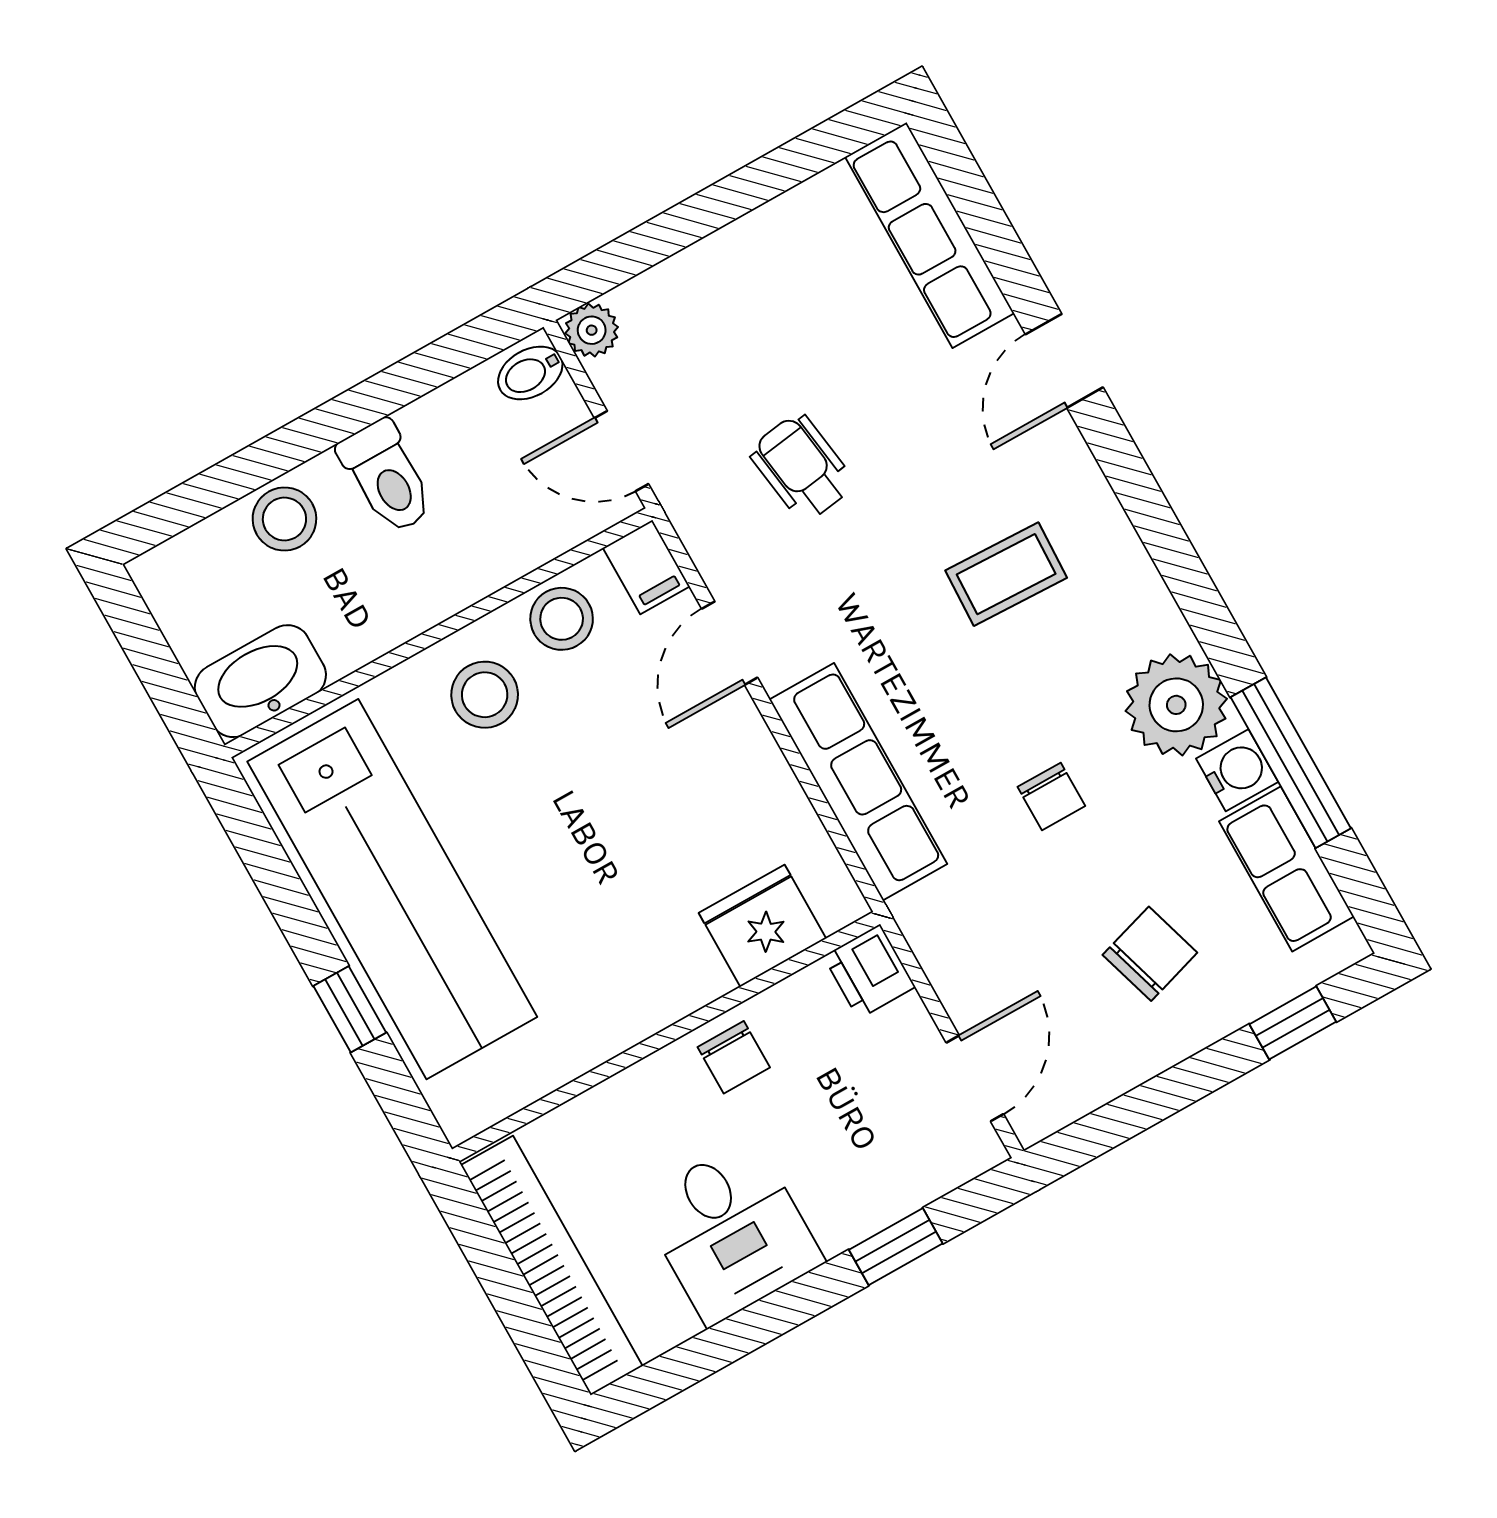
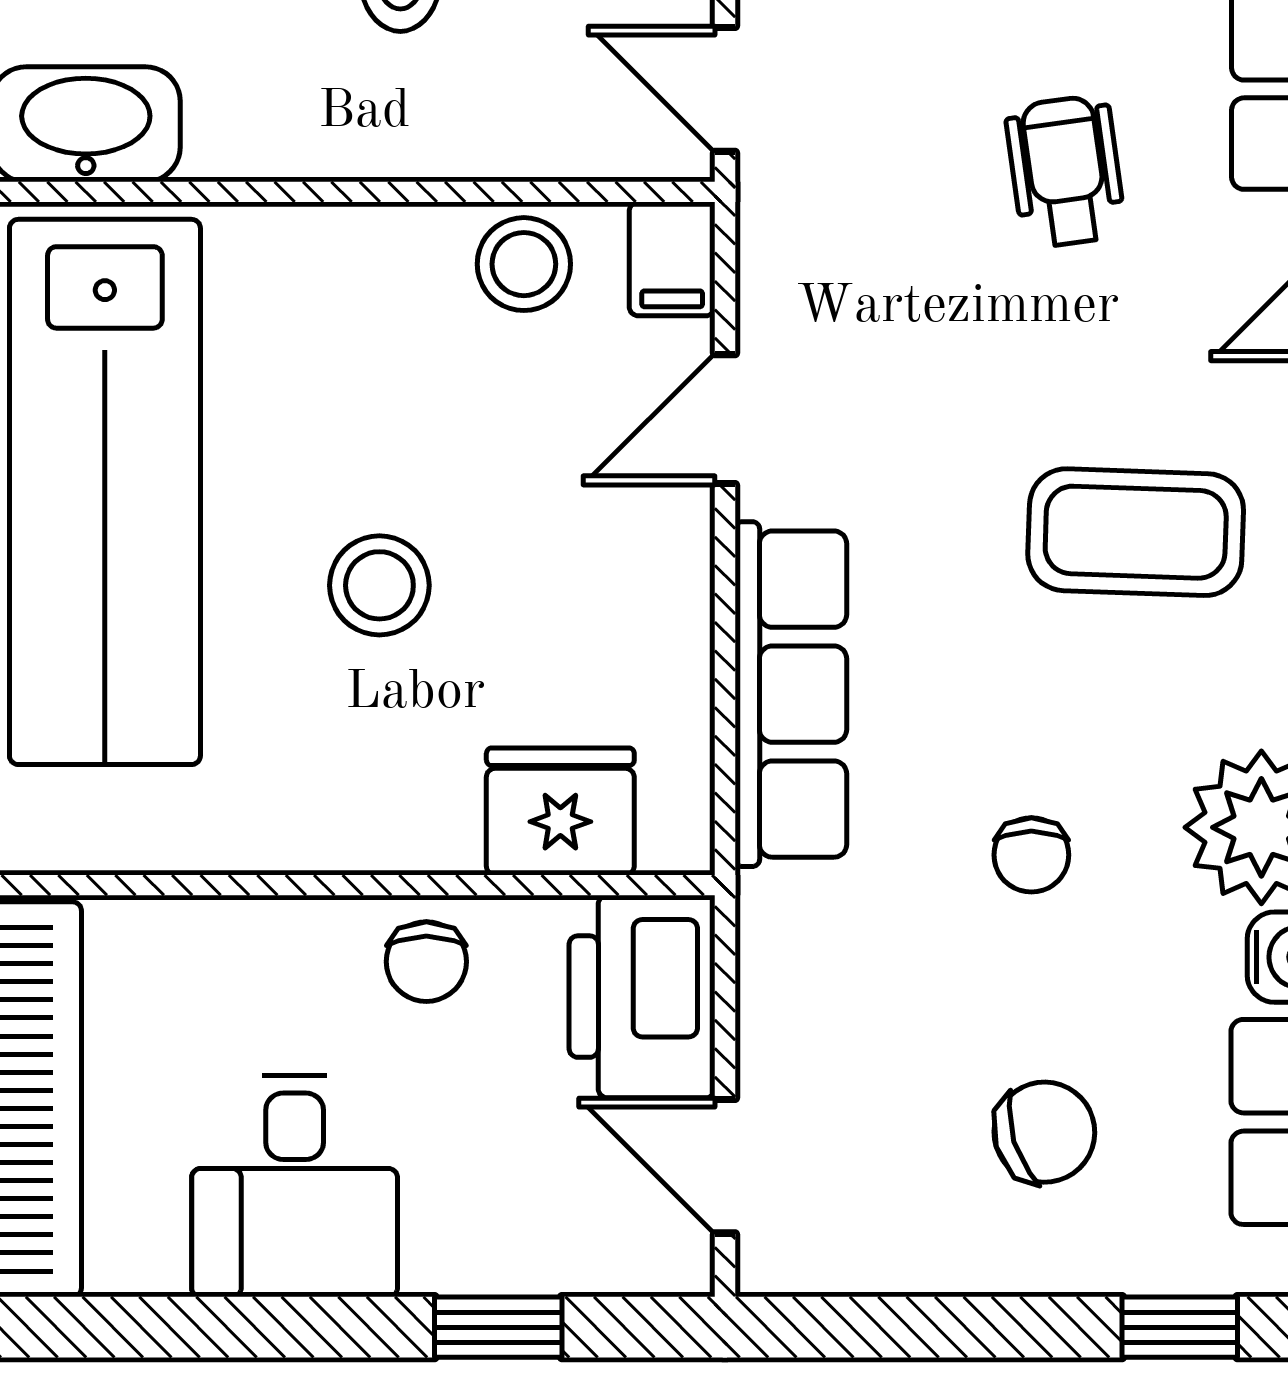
wheelchair: (802, 467) -> (1066, 171), moved
coffee table: (1006, 574) -> (1136, 532), width x1.36, depth x1.30
stool: (485, 695) -> (379, 585), moved
printer: (869, 972) -> (642, 997), width x1.87, depth x1.48
door: (975, 1078) -> (725, 1166), swing flipped

